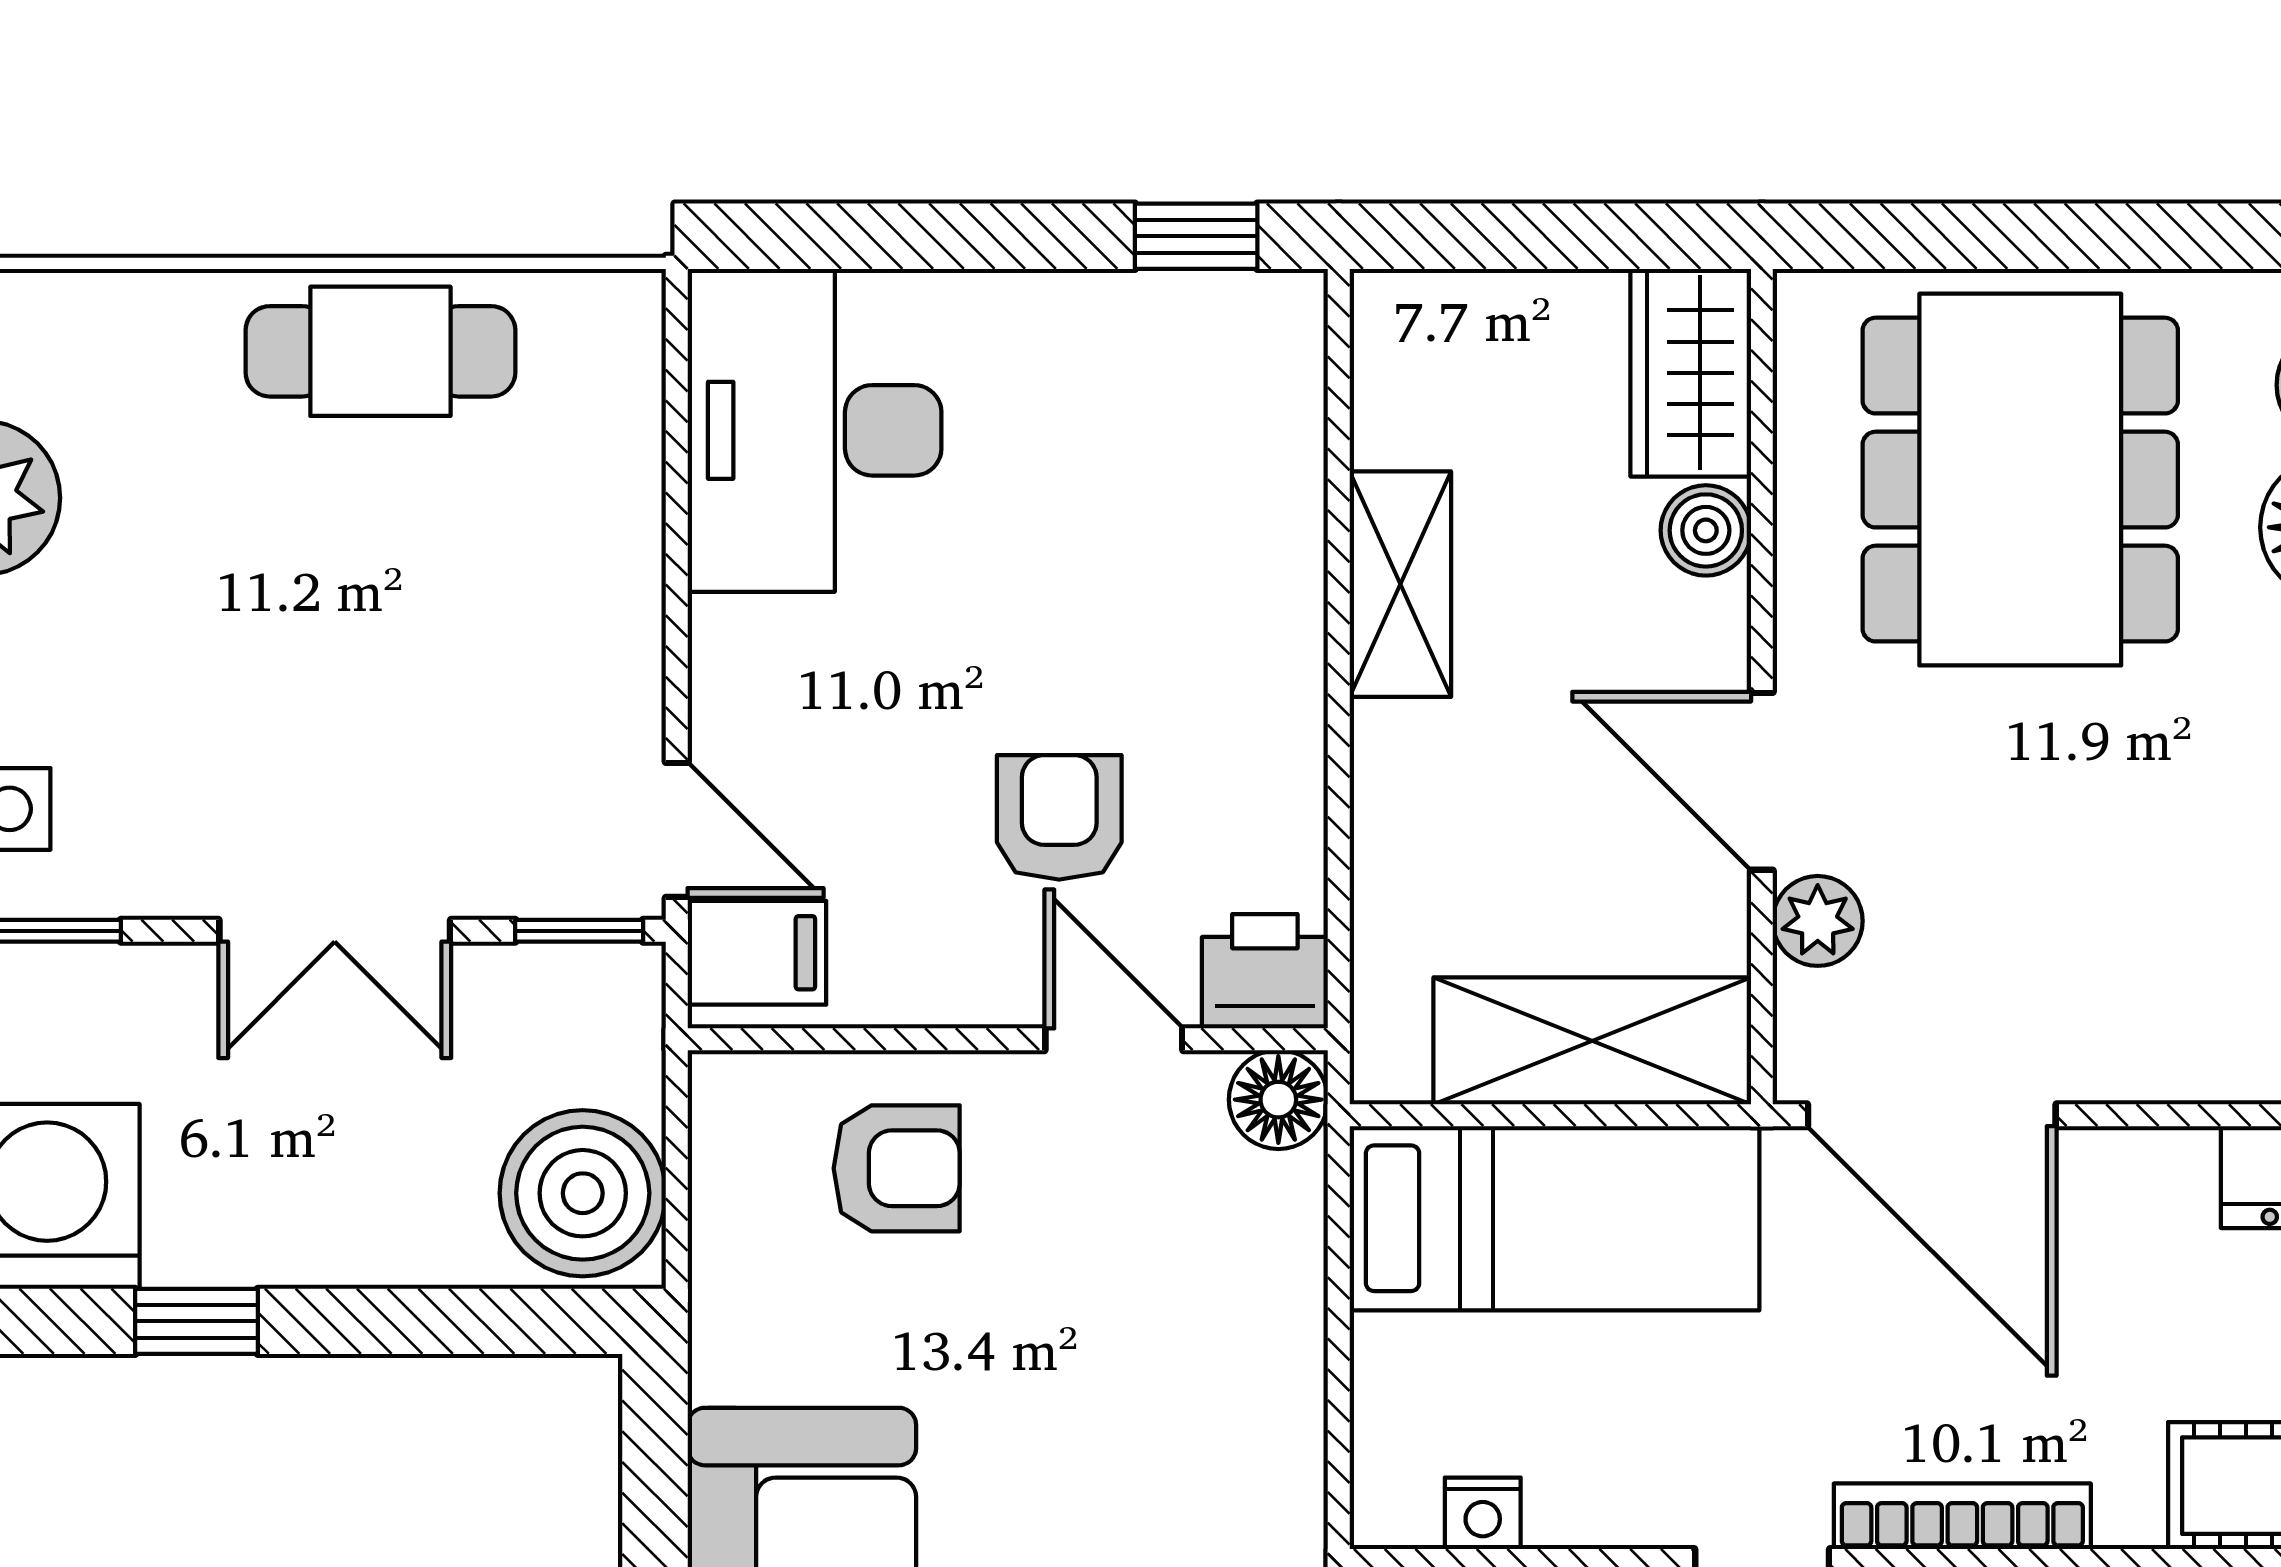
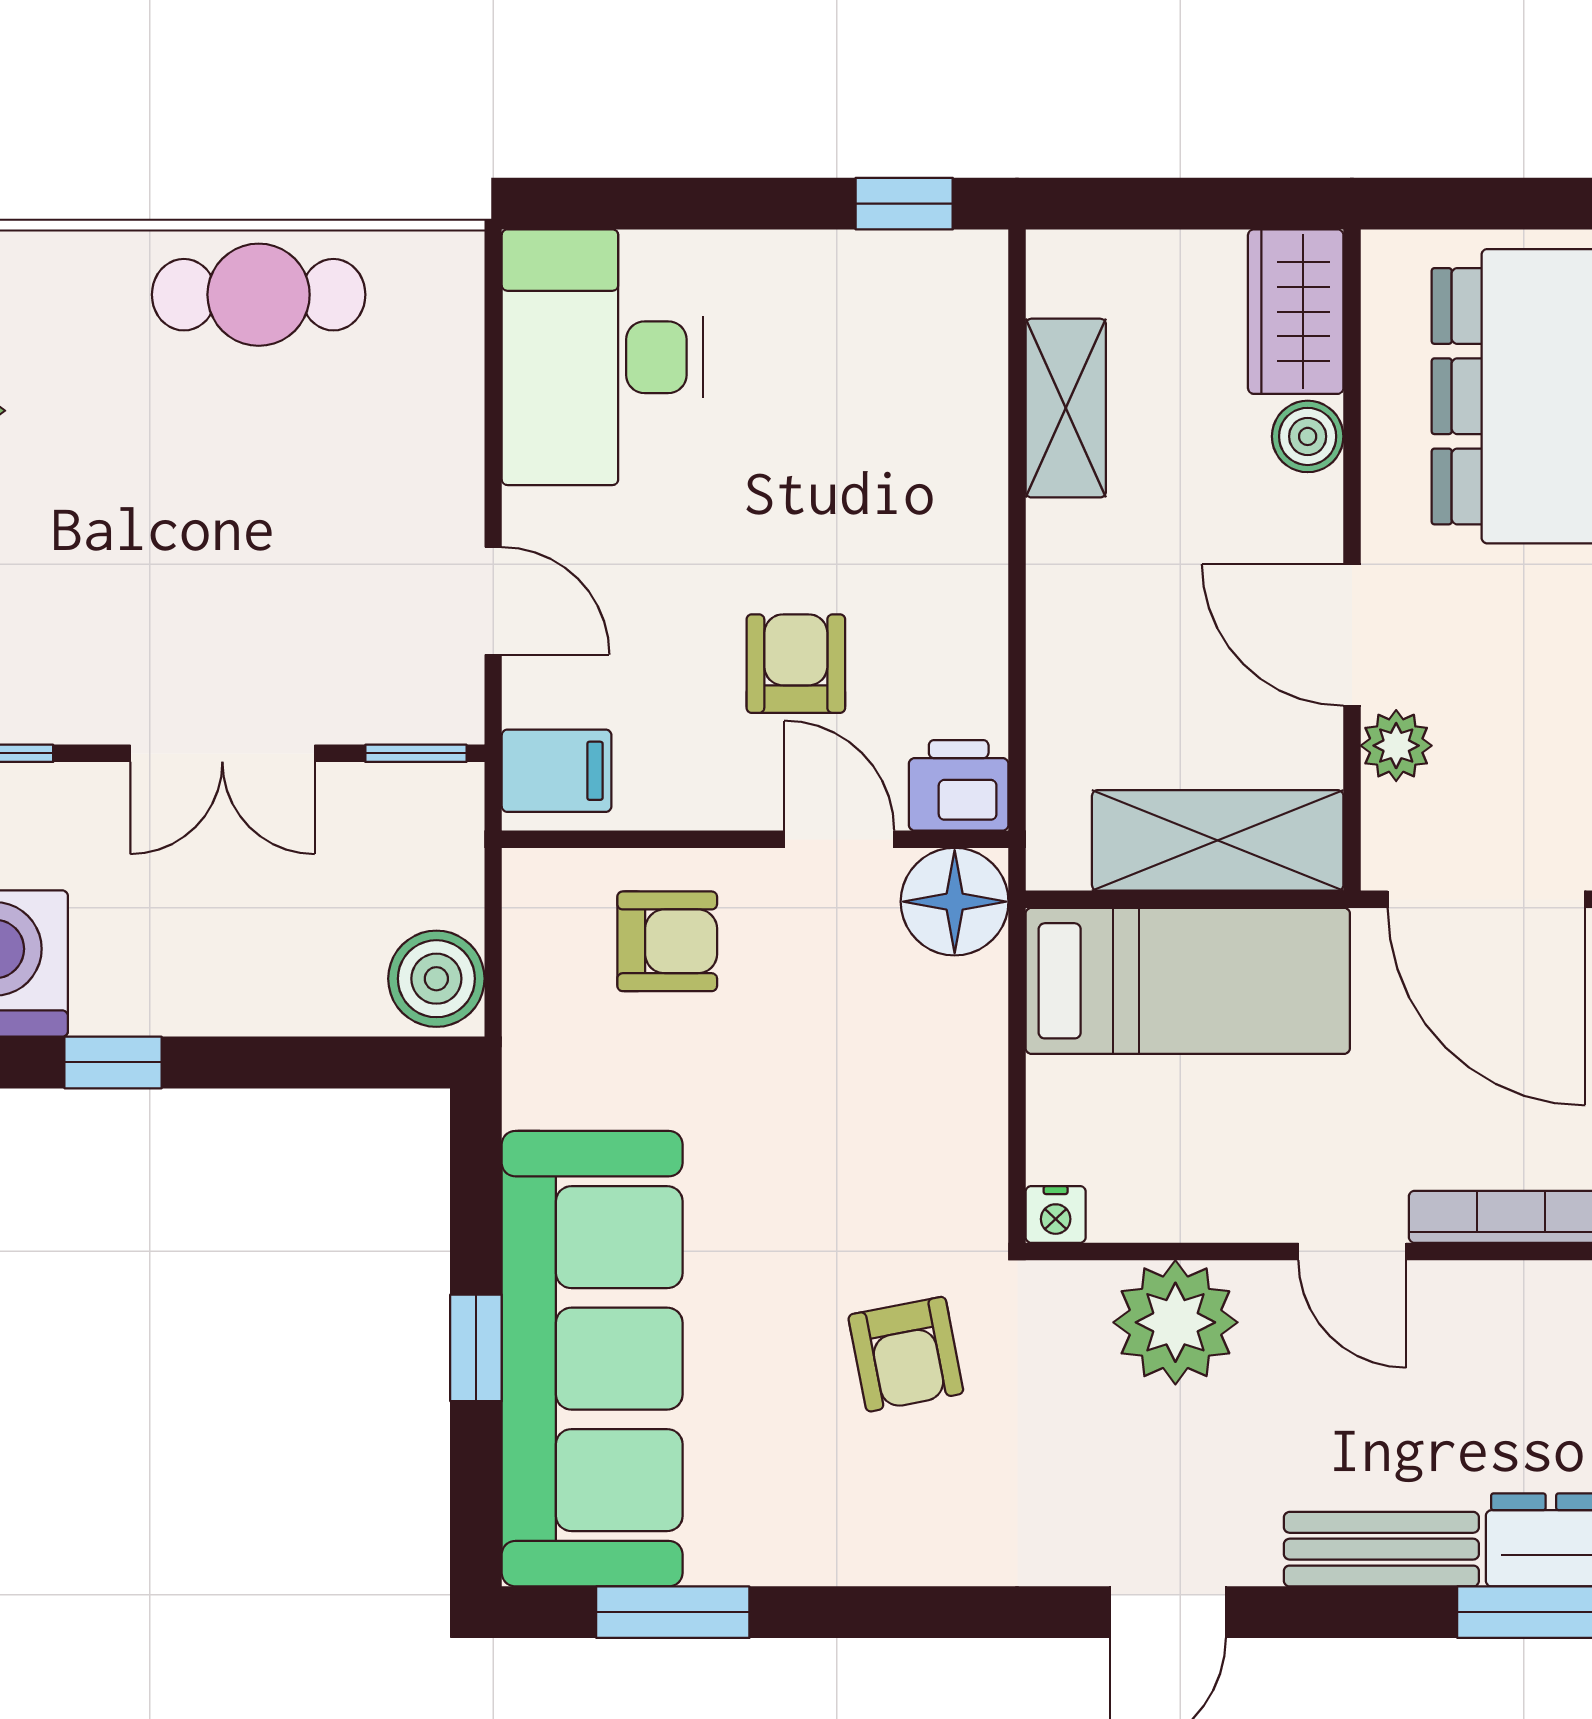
shelving: (1400, 584) -> (1066, 408), moved
door: (677, 830) -> (493, 601), moved
floor lamp: (1278, 1100) -> (955, 902), width x1.38, depth x1.38
boiler: (583, 1193) -> (436, 979), width x0.73, depth x0.73
nightstand: (1483, 1513) -> (1056, 1214), moved

